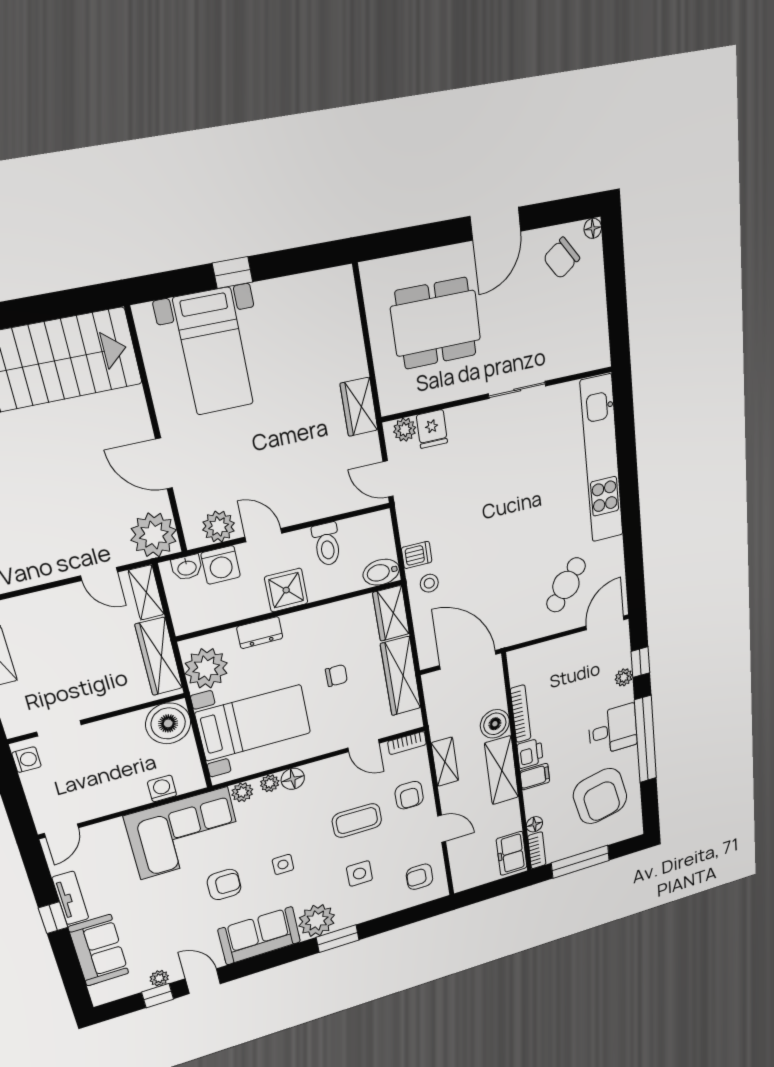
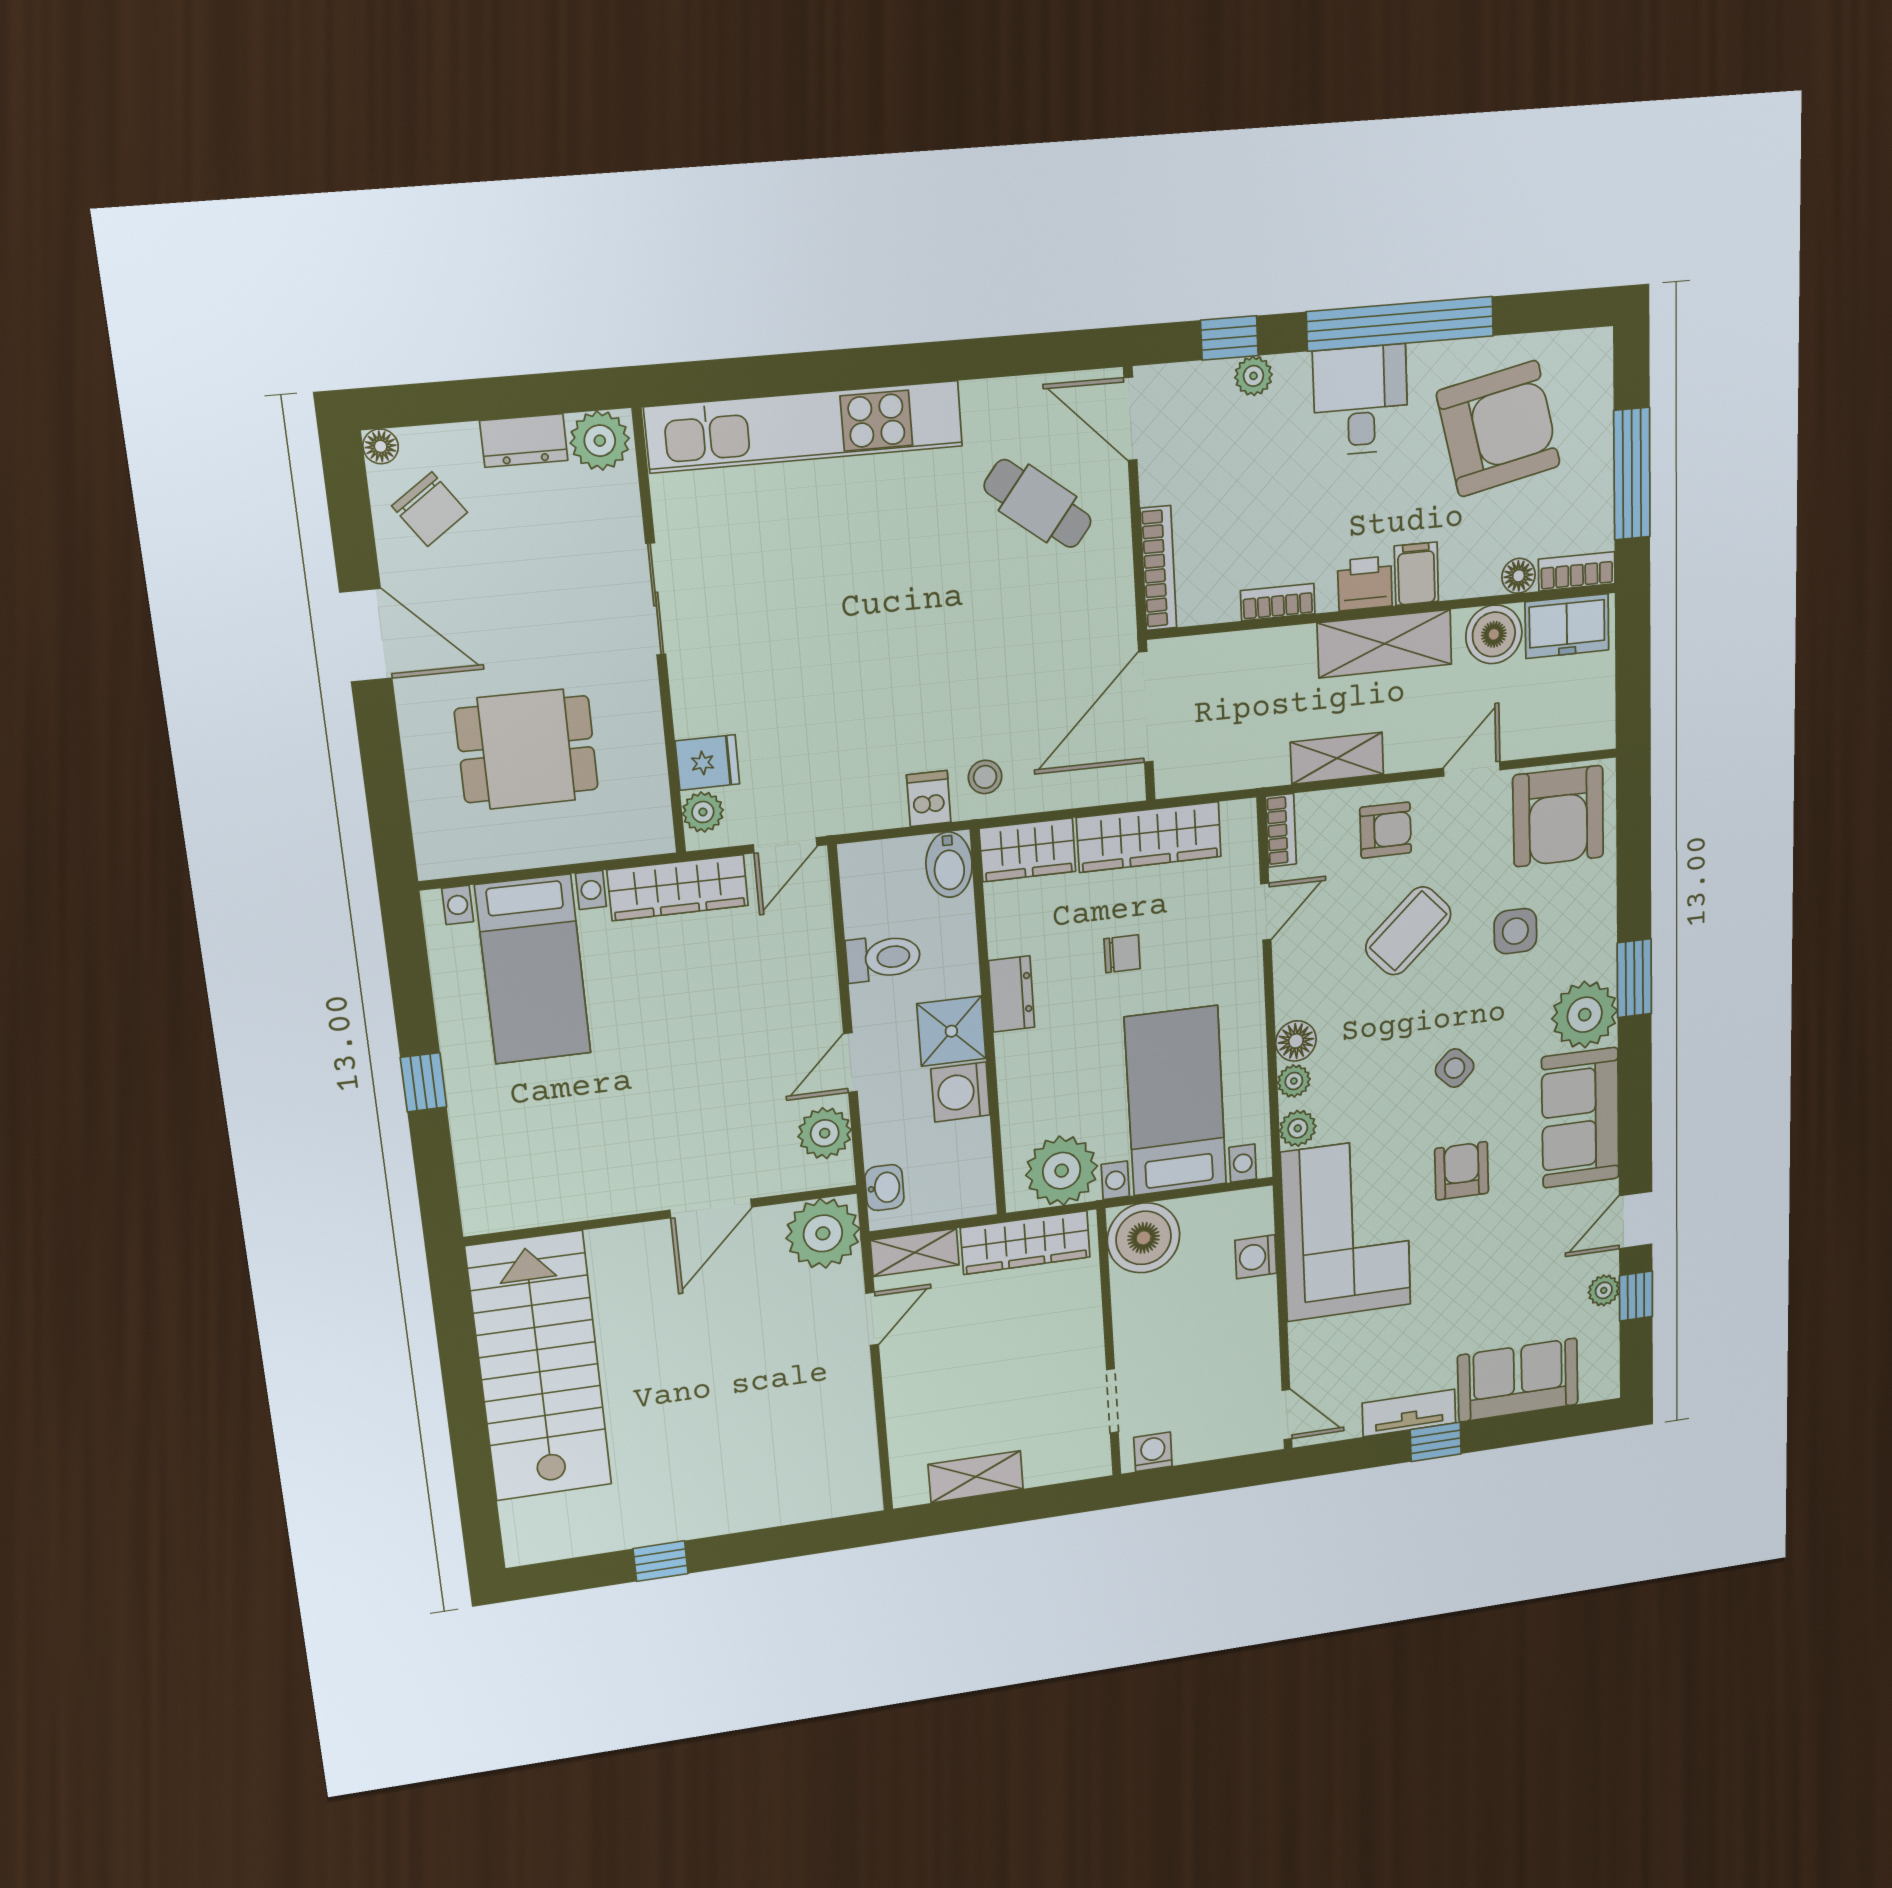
dresser: (596, 309) -> (524, 441), added
dining table: (436, 323) -> (526, 749), width x0.73
plant: (595, 351) -> (600, 441), added
bed with nightstands: (214, 352) -> (533, 970), moved, turned 90
wardrobe: (359, 407) -> (678, 888), width x1.50
washing machine: (221, 565) -> (960, 1092), moved, turned 180
dresser: (260, 633) -> (1012, 994), moved
bookcase: (536, 652) -> (1158, 568), added
chair: (336, 676) -> (1122, 954), turned 90
bookcase: (521, 714) -> (1278, 602), width x0.64
boiler: (495, 724) -> (1494, 634), moved
coffee table: (357, 821) -> (1408, 931), turned 47
side table: (283, 864) -> (1455, 1068), turned 45
armchair: (420, 877) -> (1558, 816), width x1.88, depth x1.88

